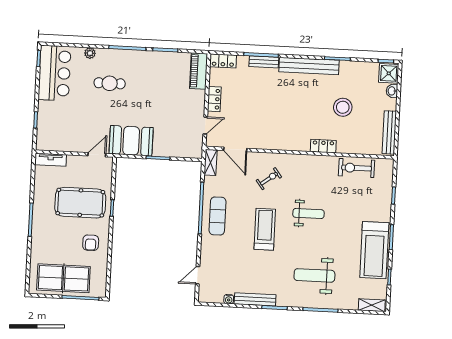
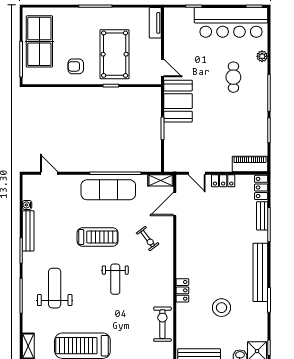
bench: (264, 62) -> (262, 216), moved
bar counter: (55, 73) -> (231, 22), width x1.36
exercise mat: (217, 216) -> (108, 190), width x1.36, depth x1.45

